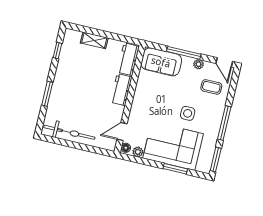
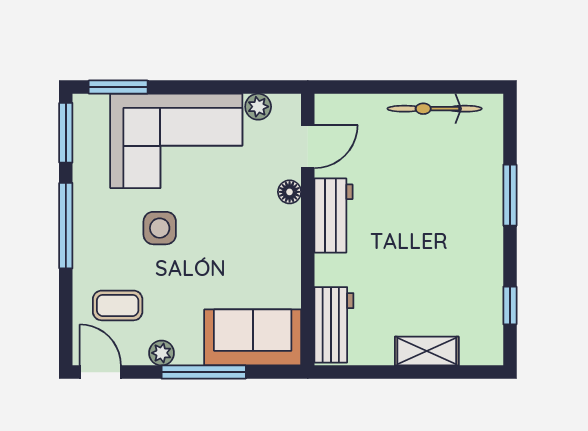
workbench: (121, 90) -> (333, 215), moved
bicycle: (69, 132) -> (435, 109), width x0.73, depth x0.71
floor lamp: (126, 148) -> (290, 192), moved
window: (175, 169) -> (118, 87), moved

